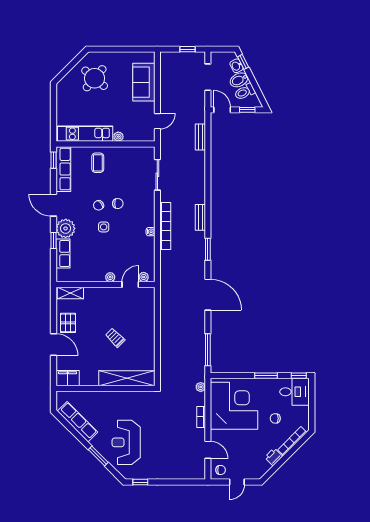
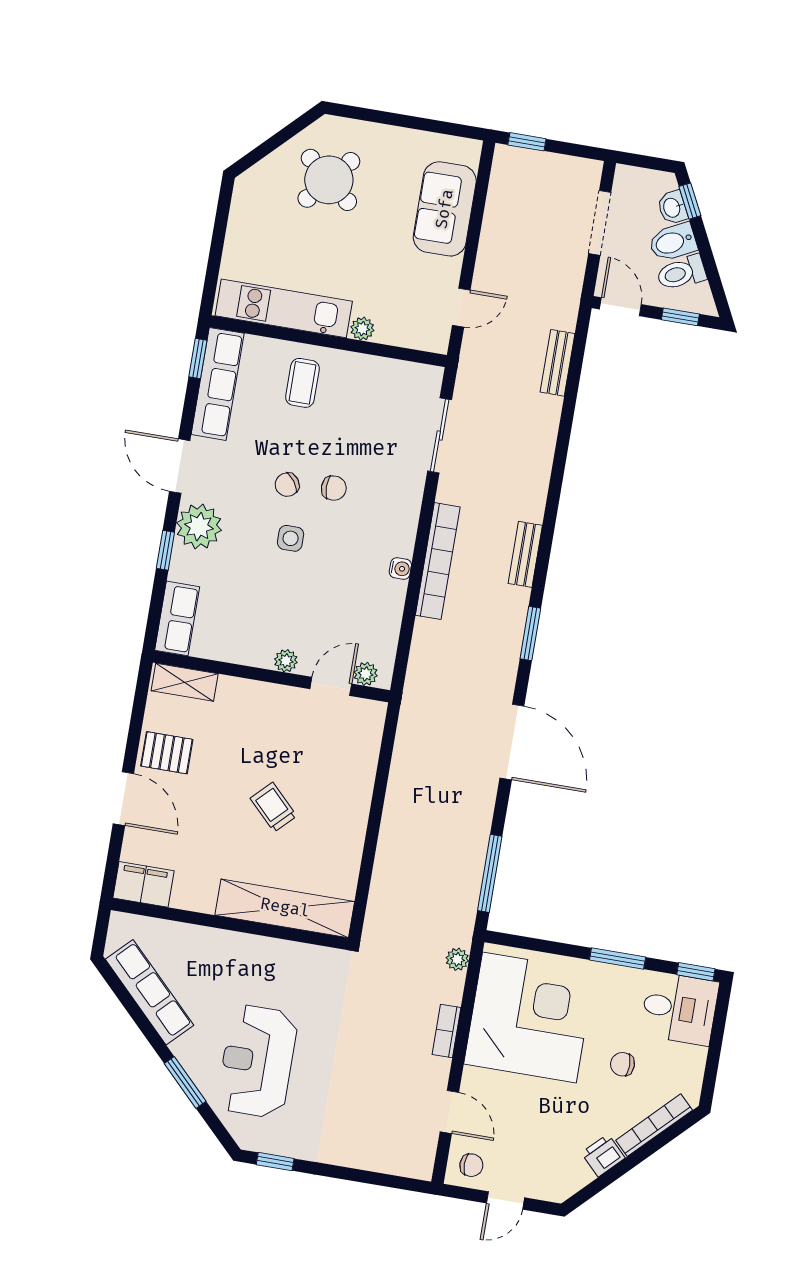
window: (188, 49) -> (527, 142), moved
row of seats: (63, 254) -> (177, 618), moved
pallet: (68, 323) -> (167, 753), turned 90

